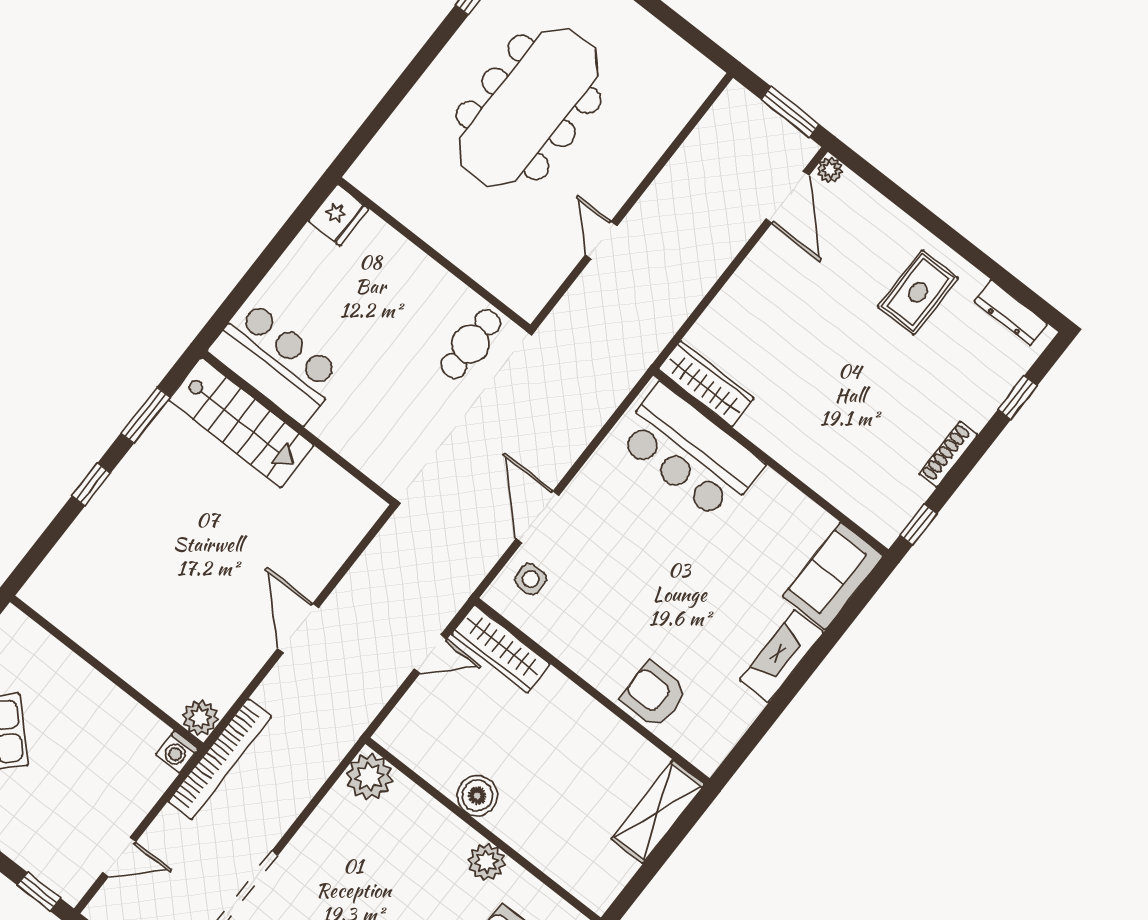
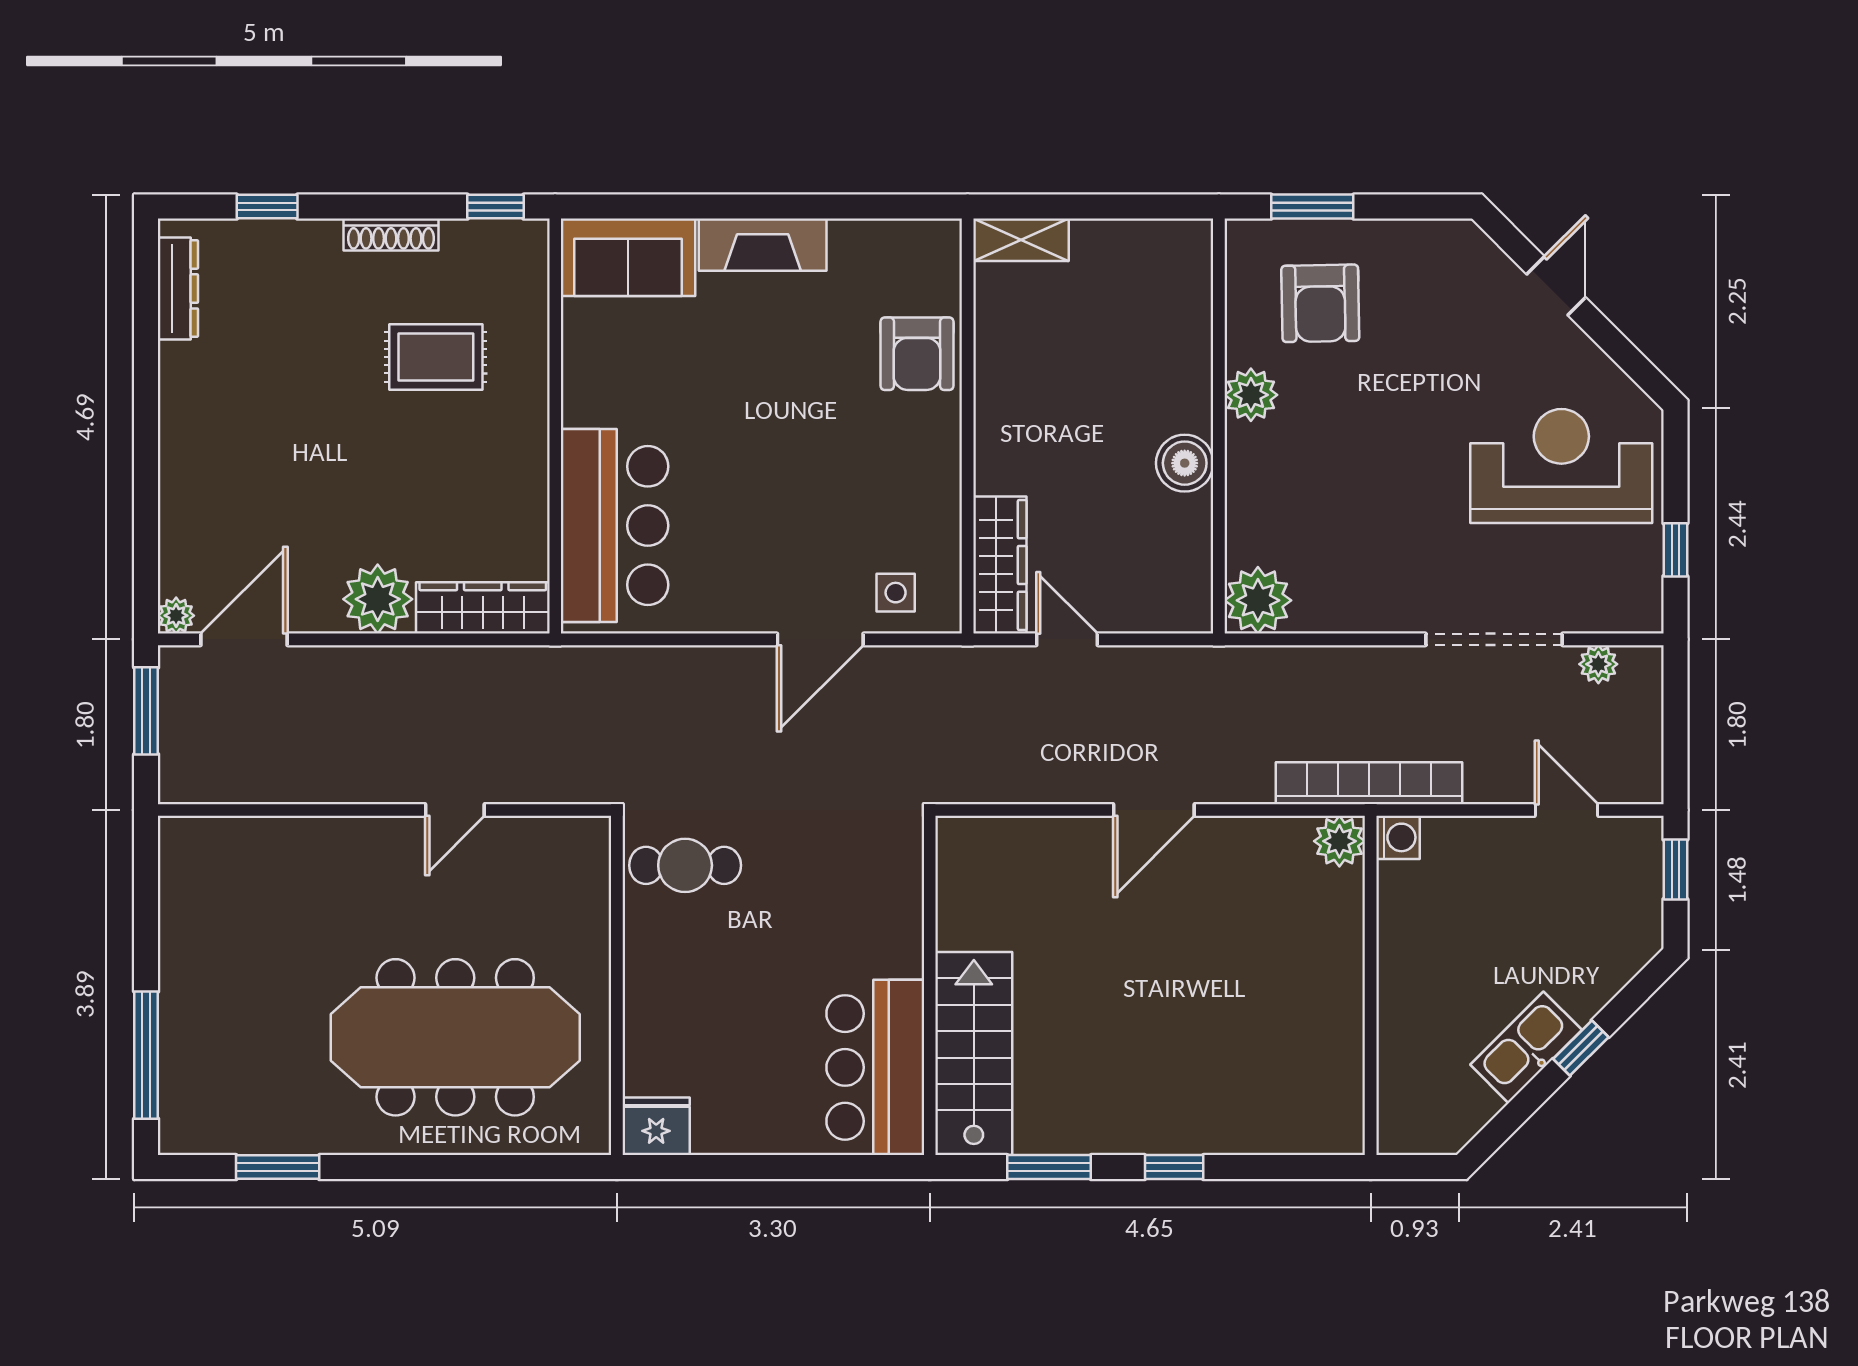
meeting table: (529, 107) -> (455, 1037), moved
plant: (752, 289) -> (378, 599), added
rug: (918, 292) -> (436, 357), moved
wardrobe: (706, 384) -> (483, 608), moved, turned 90
shelving: (658, 812) -> (1021, 240), width x0.67, depth x0.75

